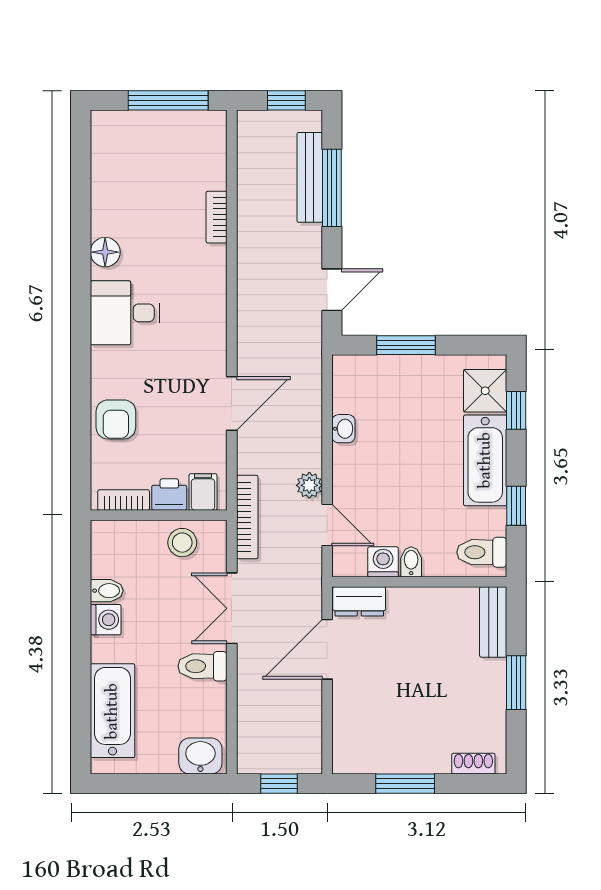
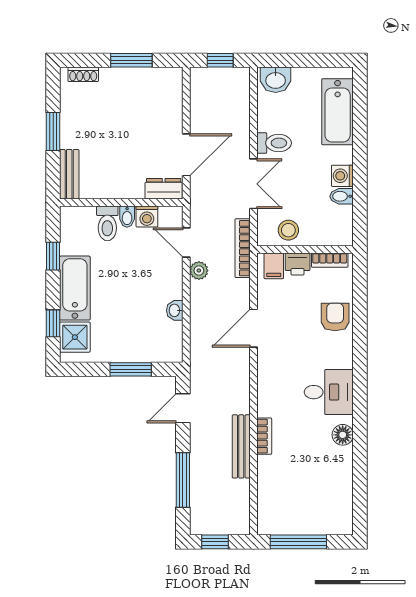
bench: (310, 177) -> (241, 446), moved
bookcase: (217, 217) -> (264, 436), moved
toilet: (482, 552) -> (107, 223), moved, turned 90

